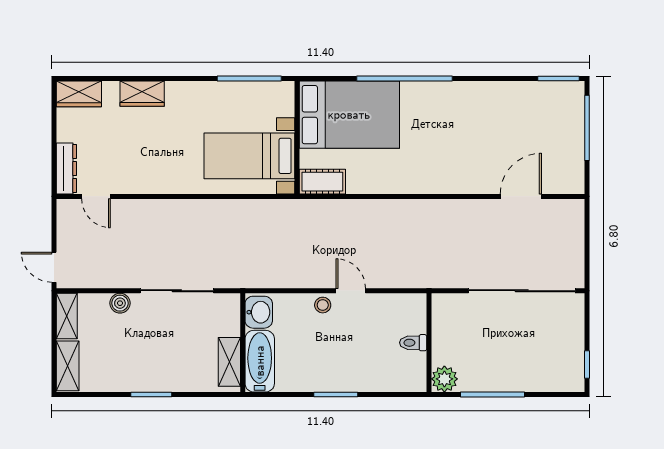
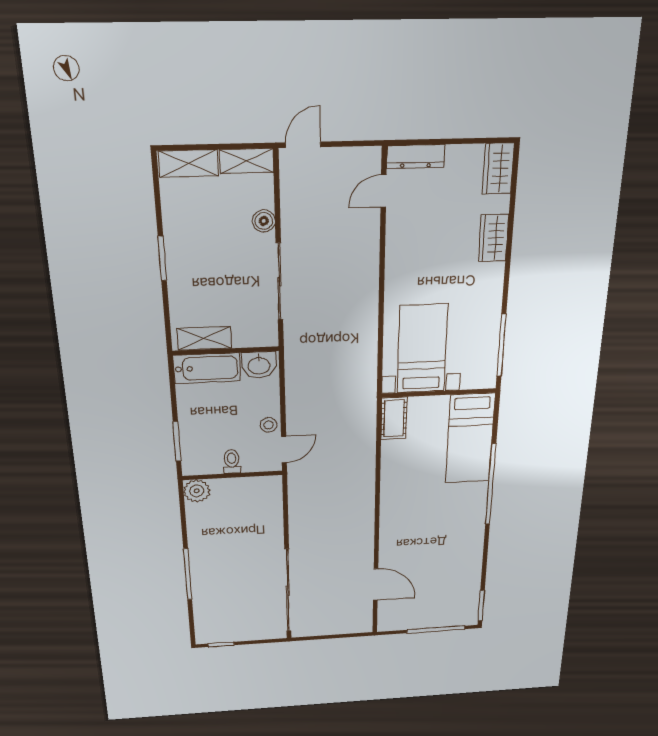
bed: (349, 115) -> (470, 439), width x0.67
toilet: (413, 343) -> (232, 462), moved
wall: (429, 343) -> (233, 475), moved
plant: (444, 379) -> (197, 491), moved

